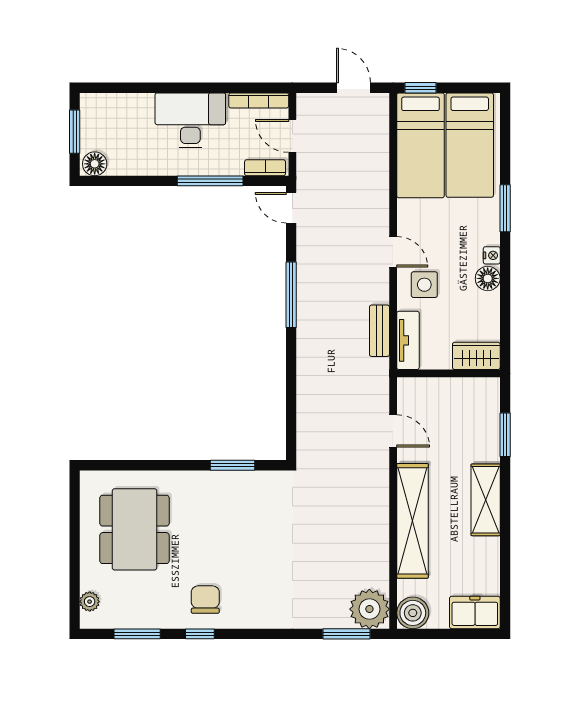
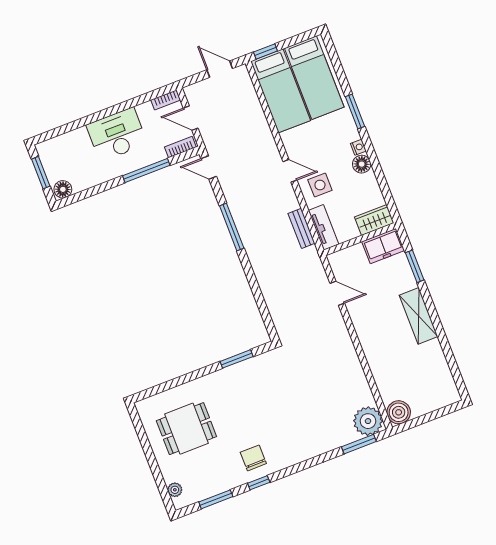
bookcase: (259, 100) -> (166, 100), width x0.64
shelving: (413, 521) -> (374, 349), removed
dining table: (134, 529) -> (186, 429), width x0.73
freezer: (475, 612) -> (383, 246), moved, turned 180

